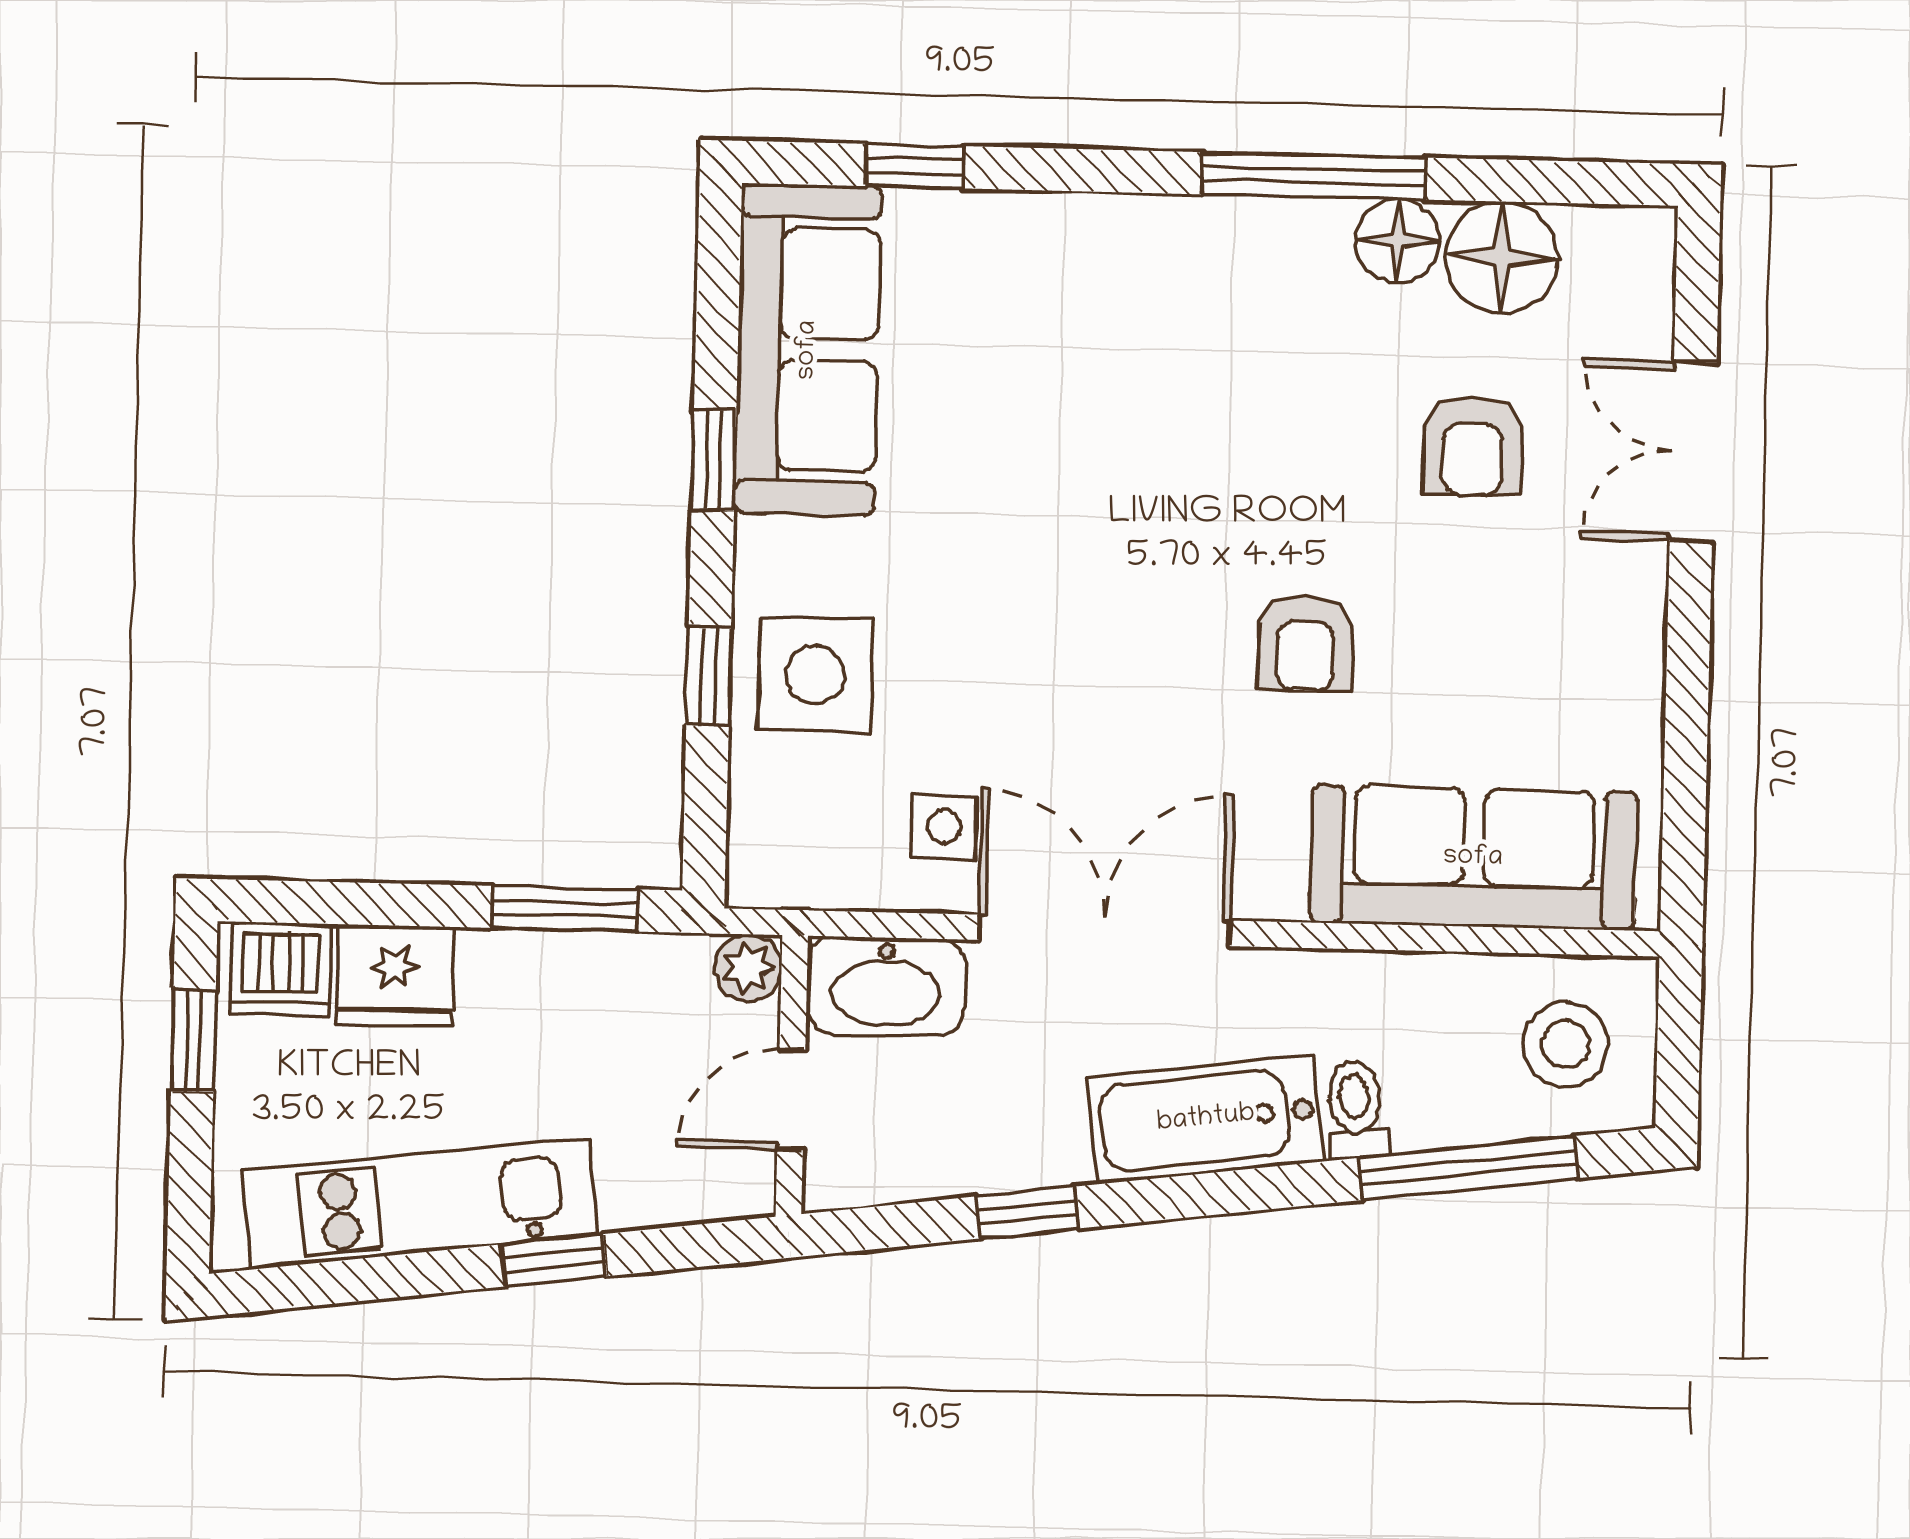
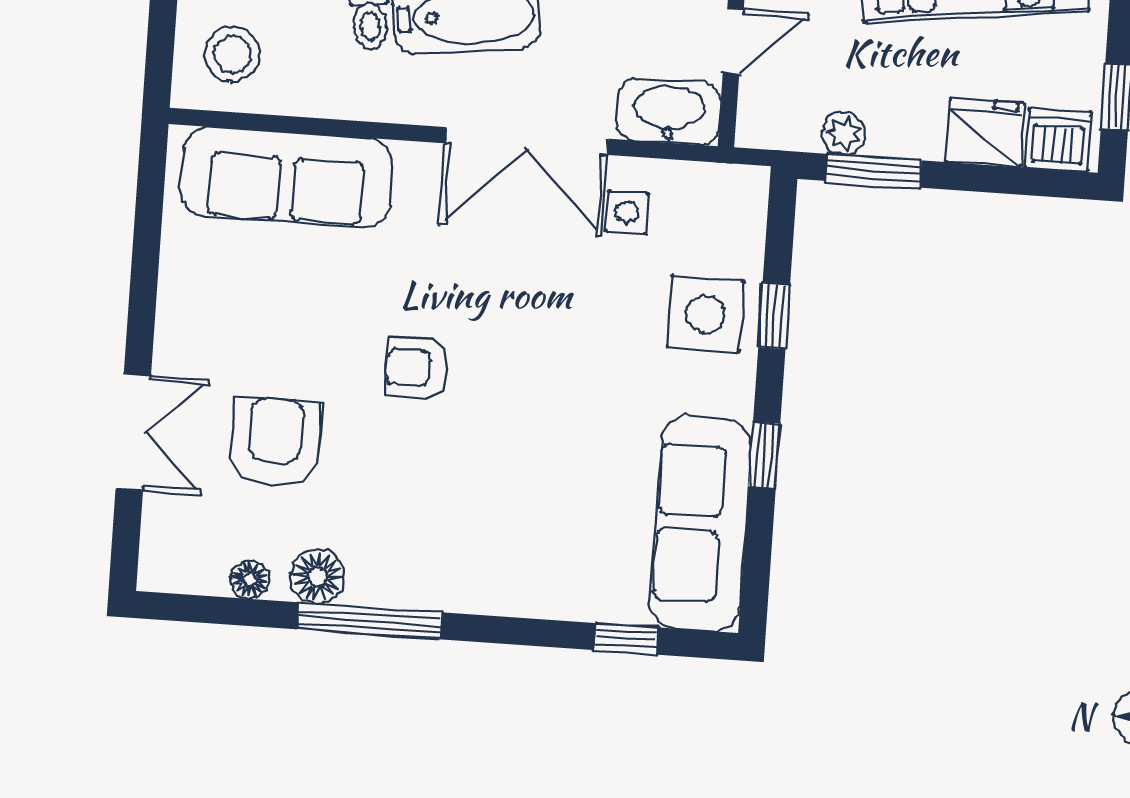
floor lamp: (1502, 258) -> (250, 580), width x0.53, depth x0.53
armchair: (1473, 446) -> (275, 442), width x1.38, depth x1.38
armchair: (1306, 643) -> (417, 368), moved, turned -90
plant: (748, 968) -> (844, 133), moved

